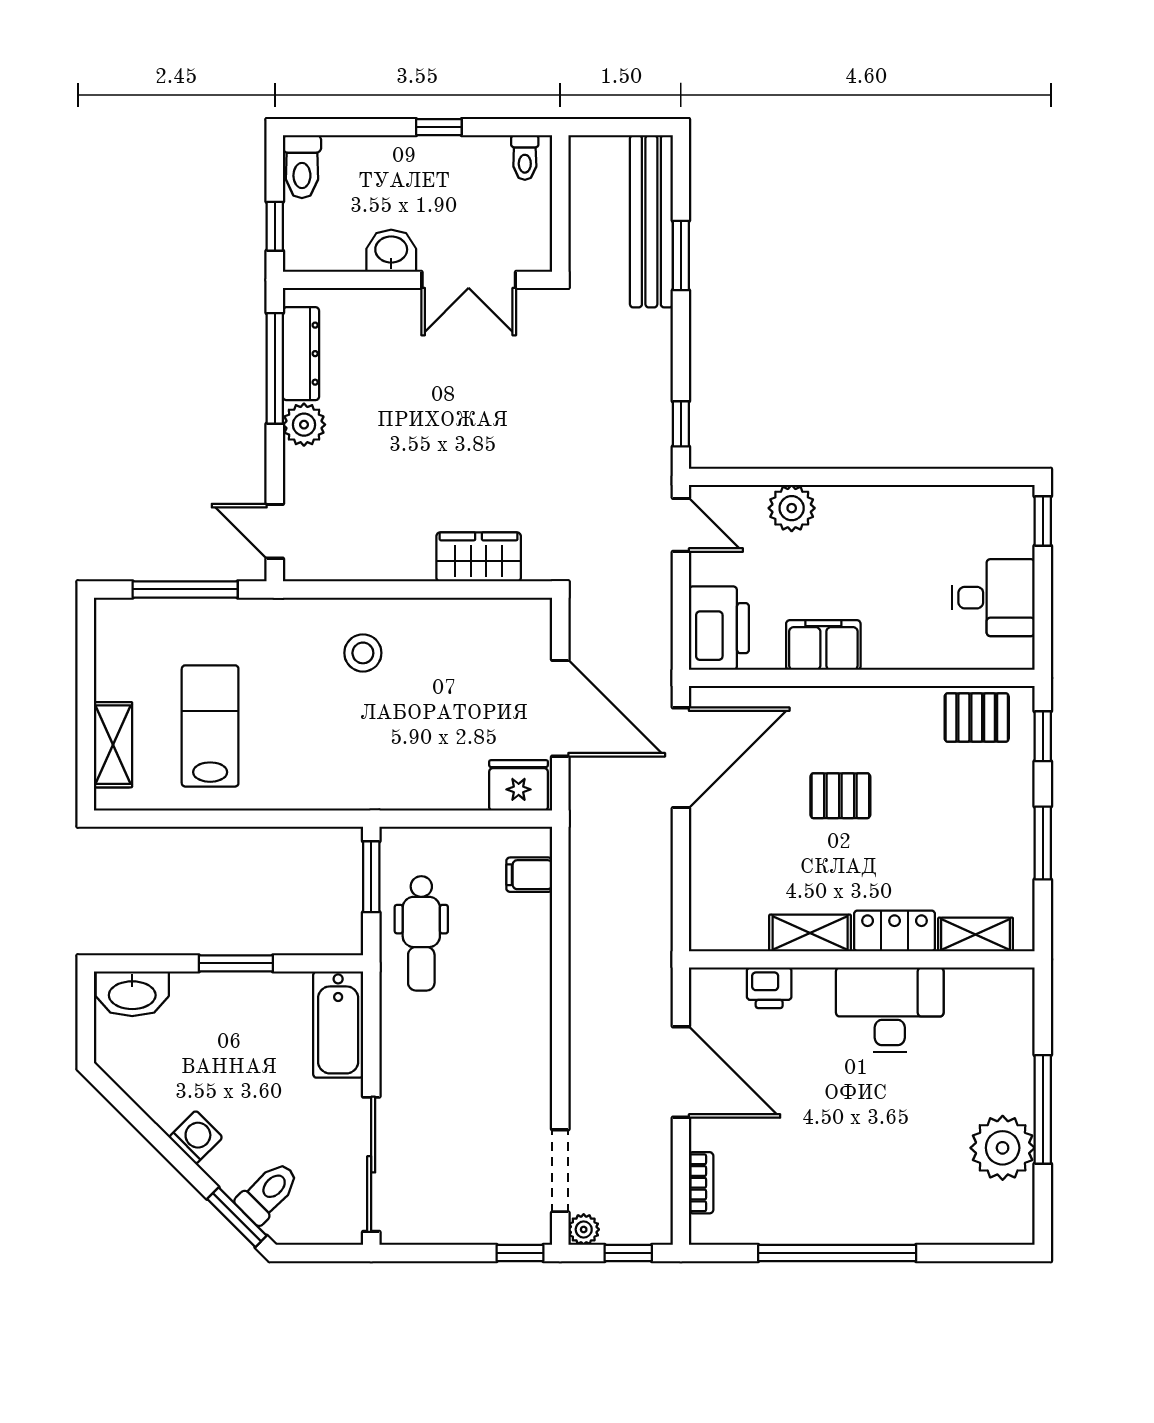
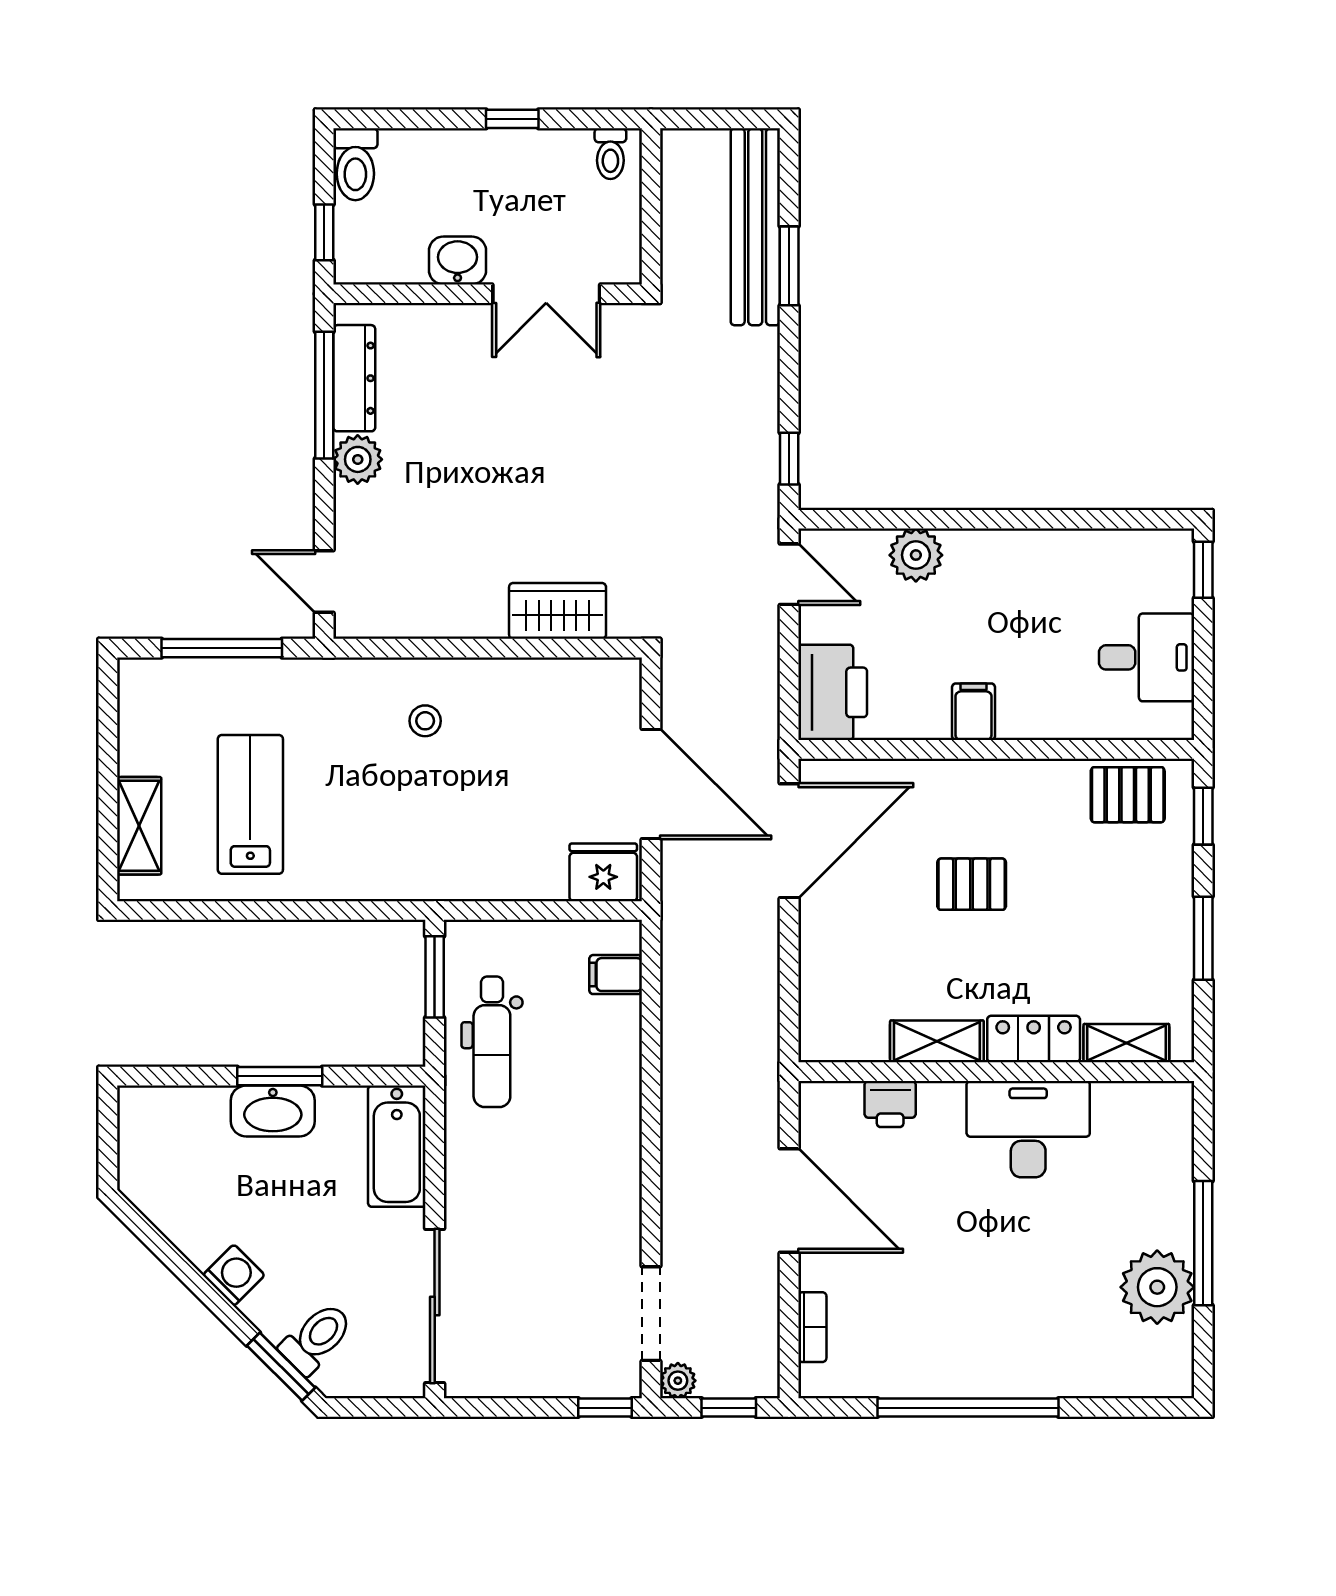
filing cabinet: (823, 645) -> (974, 712), width x0.50
stool: (363, 653) -> (425, 721), width x0.73, depth x0.73
washbasin: (132, 994) -> (273, 1111), moved

